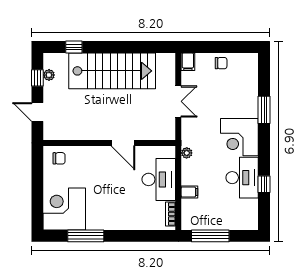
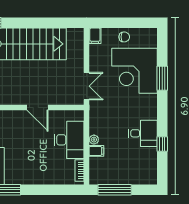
double door: (178, 101) -> (86, 86), moved
corner desk: (239, 137) -> (135, 71), moved, width x1.36, depth x1.36
plant: (187, 153) -> (94, 140), moved
desk: (242, 178) -> (143, 133), width x0.73

